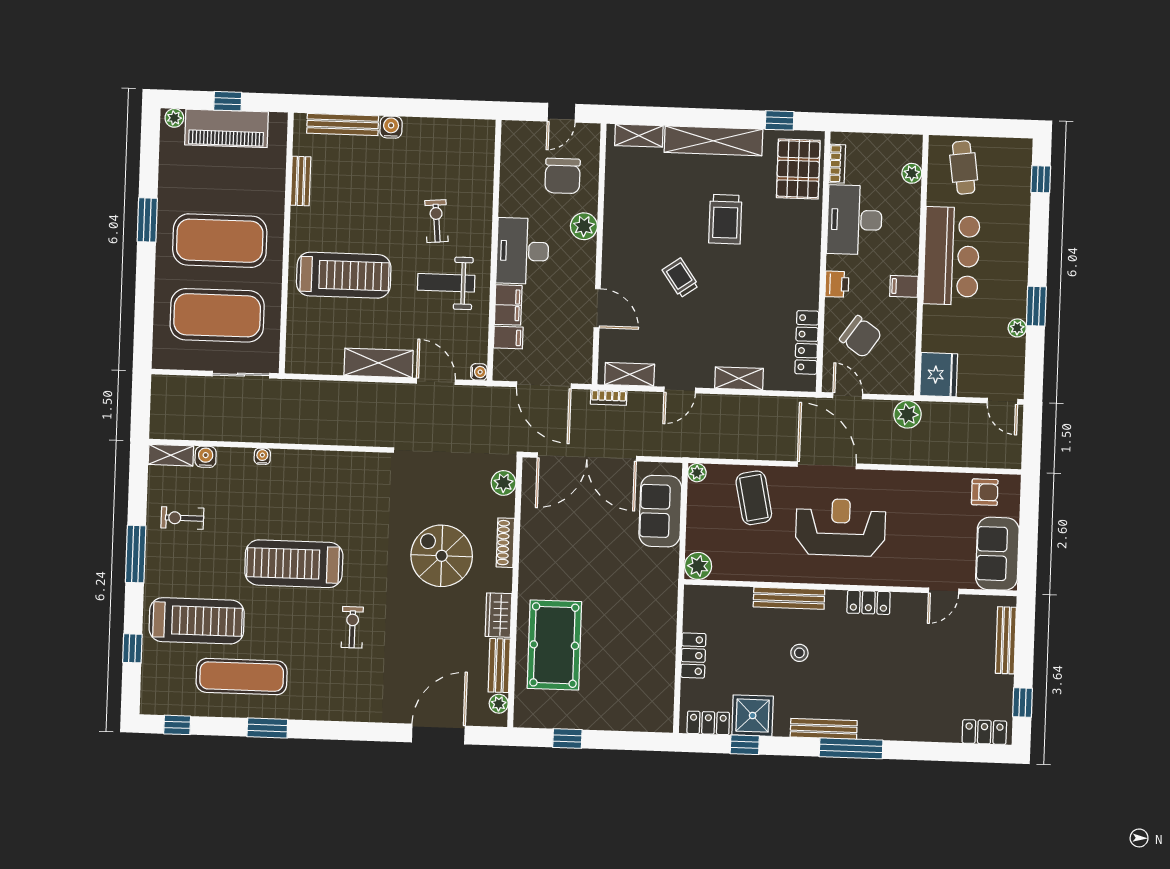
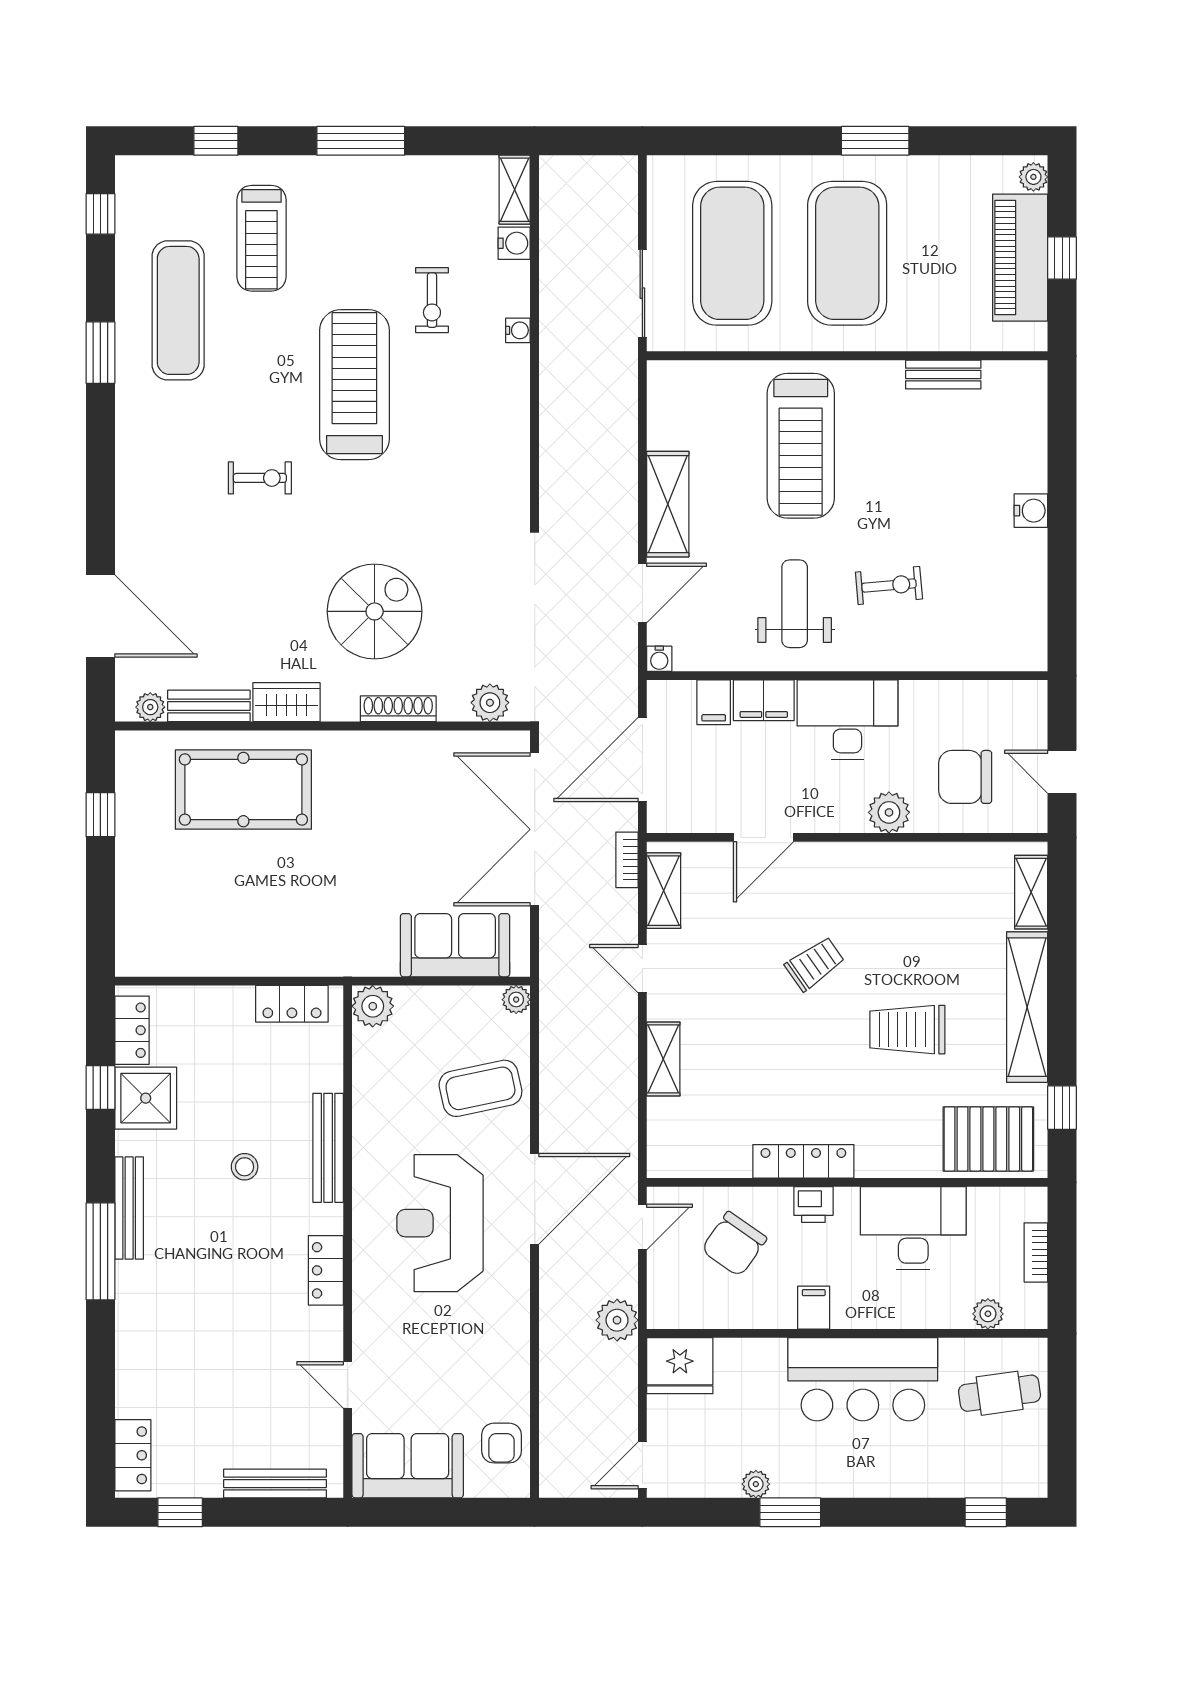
bench: (343, 124) -> (1032, 436), removed
bookcase: (837, 164) -> (1036, 1252), moved, turned 90
locker: (807, 342) -> (803, 1161), moved
exercise bike: (182, 518) -> (432, 300), moved, turned 180
reception desk: (840, 527) -> (440, 1223), turned 180
treadmill: (197, 621) -> (261, 238), width x0.73, depth x0.73
locker: (693, 655) -> (292, 1004), moved

